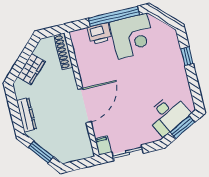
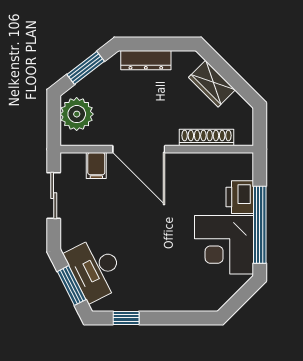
shoe rack: (63, 51) -> (207, 138), moved
window: (187, 56) -> (126, 318), moved
filing cabinet: (103, 145) -> (96, 165), moved, turned 90
plant: (72, 151) -> (77, 114), added

